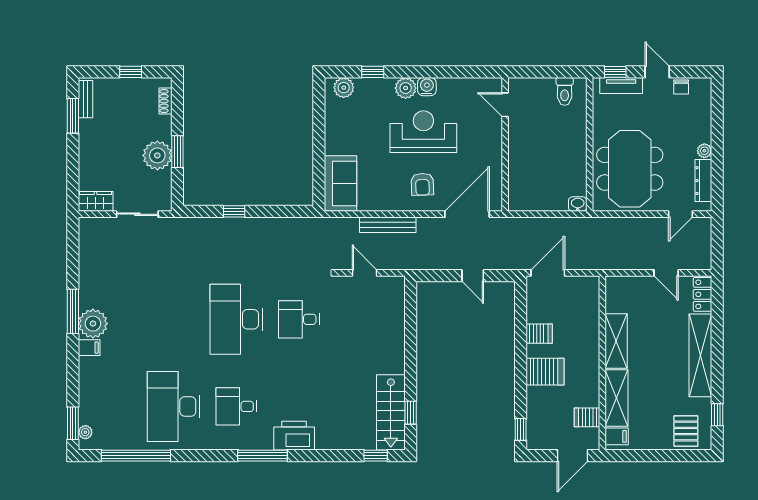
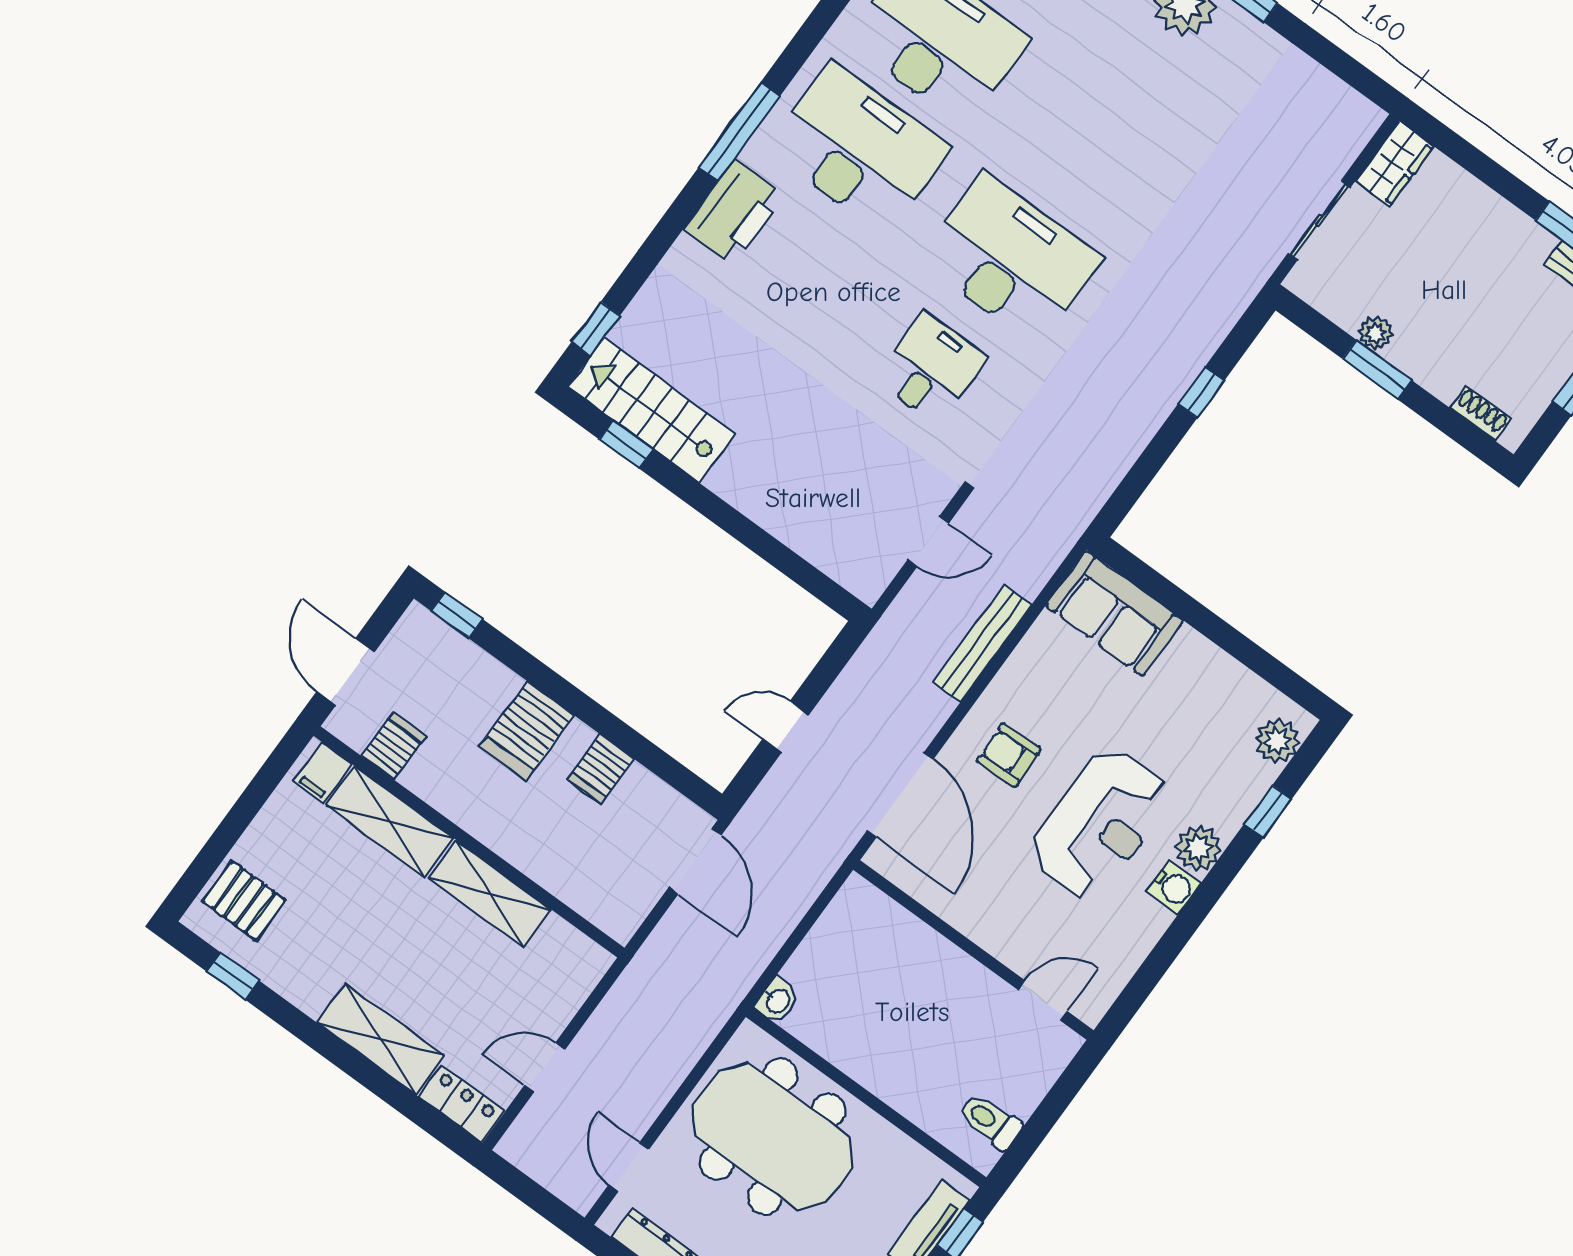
plant: (157, 155) -> (1376, 333), width x0.53, depth x0.53
shelving: (700, 355) -> (381, 1039), width x0.68
desk: (236, 406) -> (858, 148), width x1.87, depth x1.30

